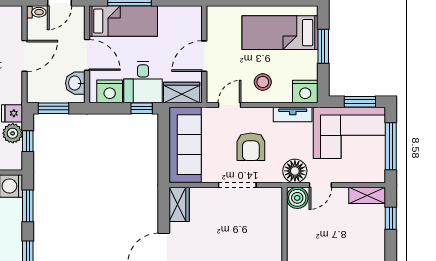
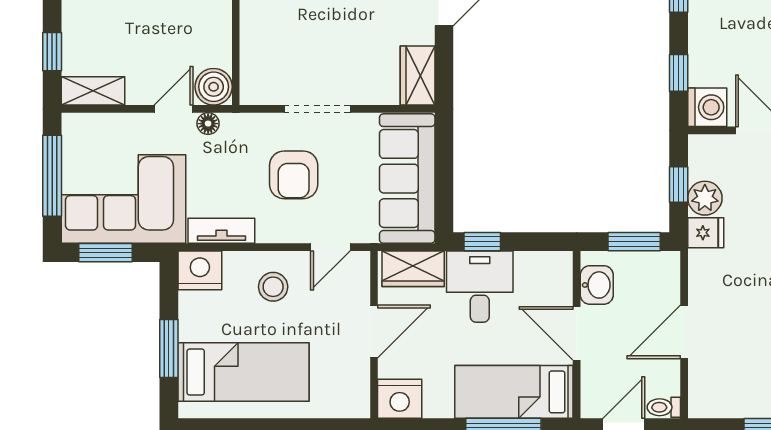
nightstand: (110, 91) -> (400, 399), moved, turned 180
armchair: (251, 147) -> (294, 175), turned 180
floor lamp: (295, 171) -> (208, 124), width x0.53, depth x0.53
window: (28, 206) -> (679, 73), width x0.67

